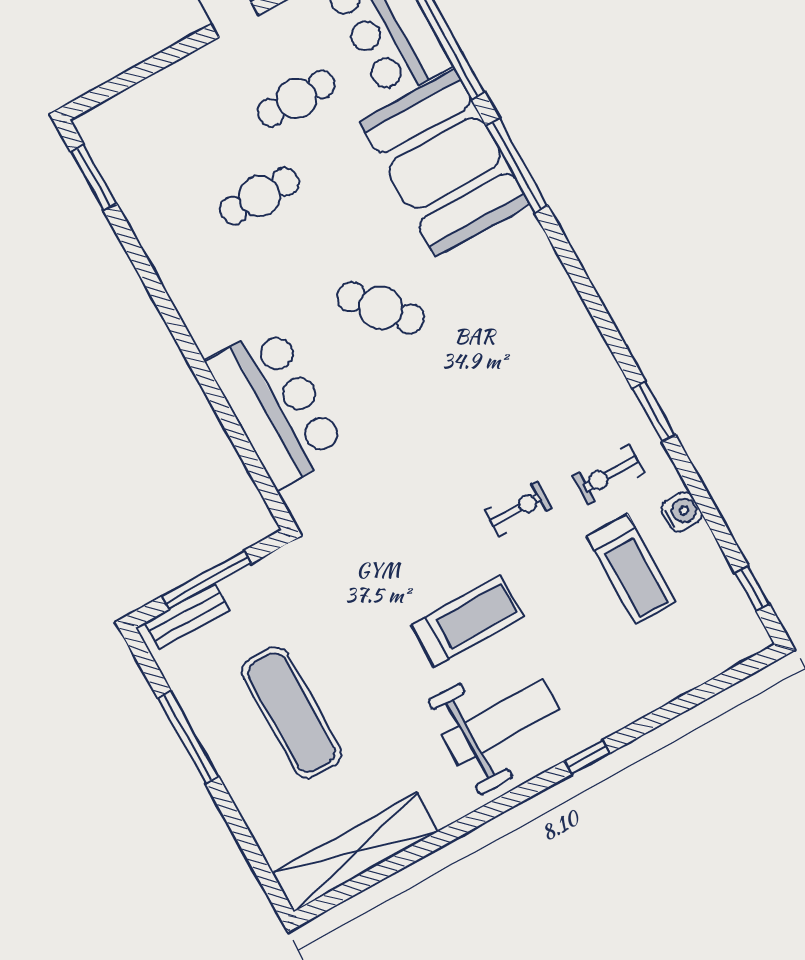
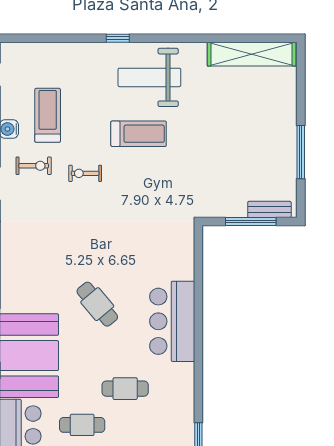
bar counter: (276, 406) -> (172, 321), moved
treadmill: (467, 621) -> (139, 134), turned 180
exercise mat: (292, 713) -> (245, 137), removed

